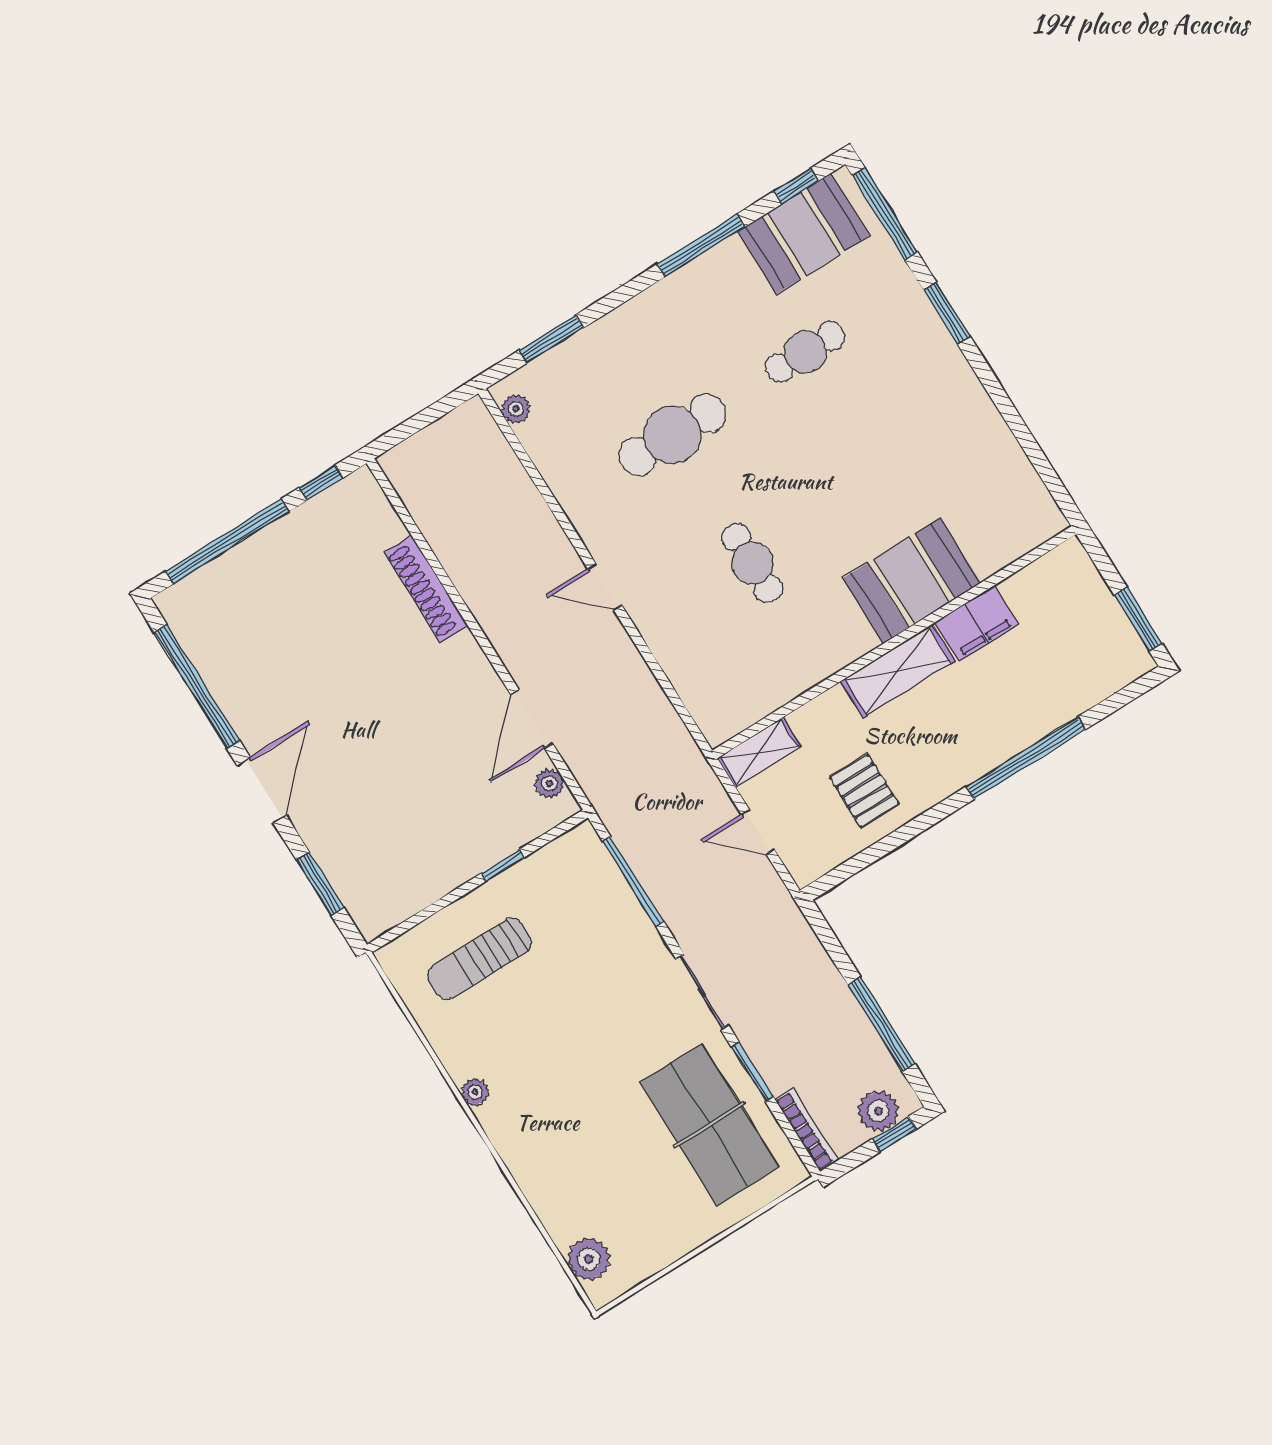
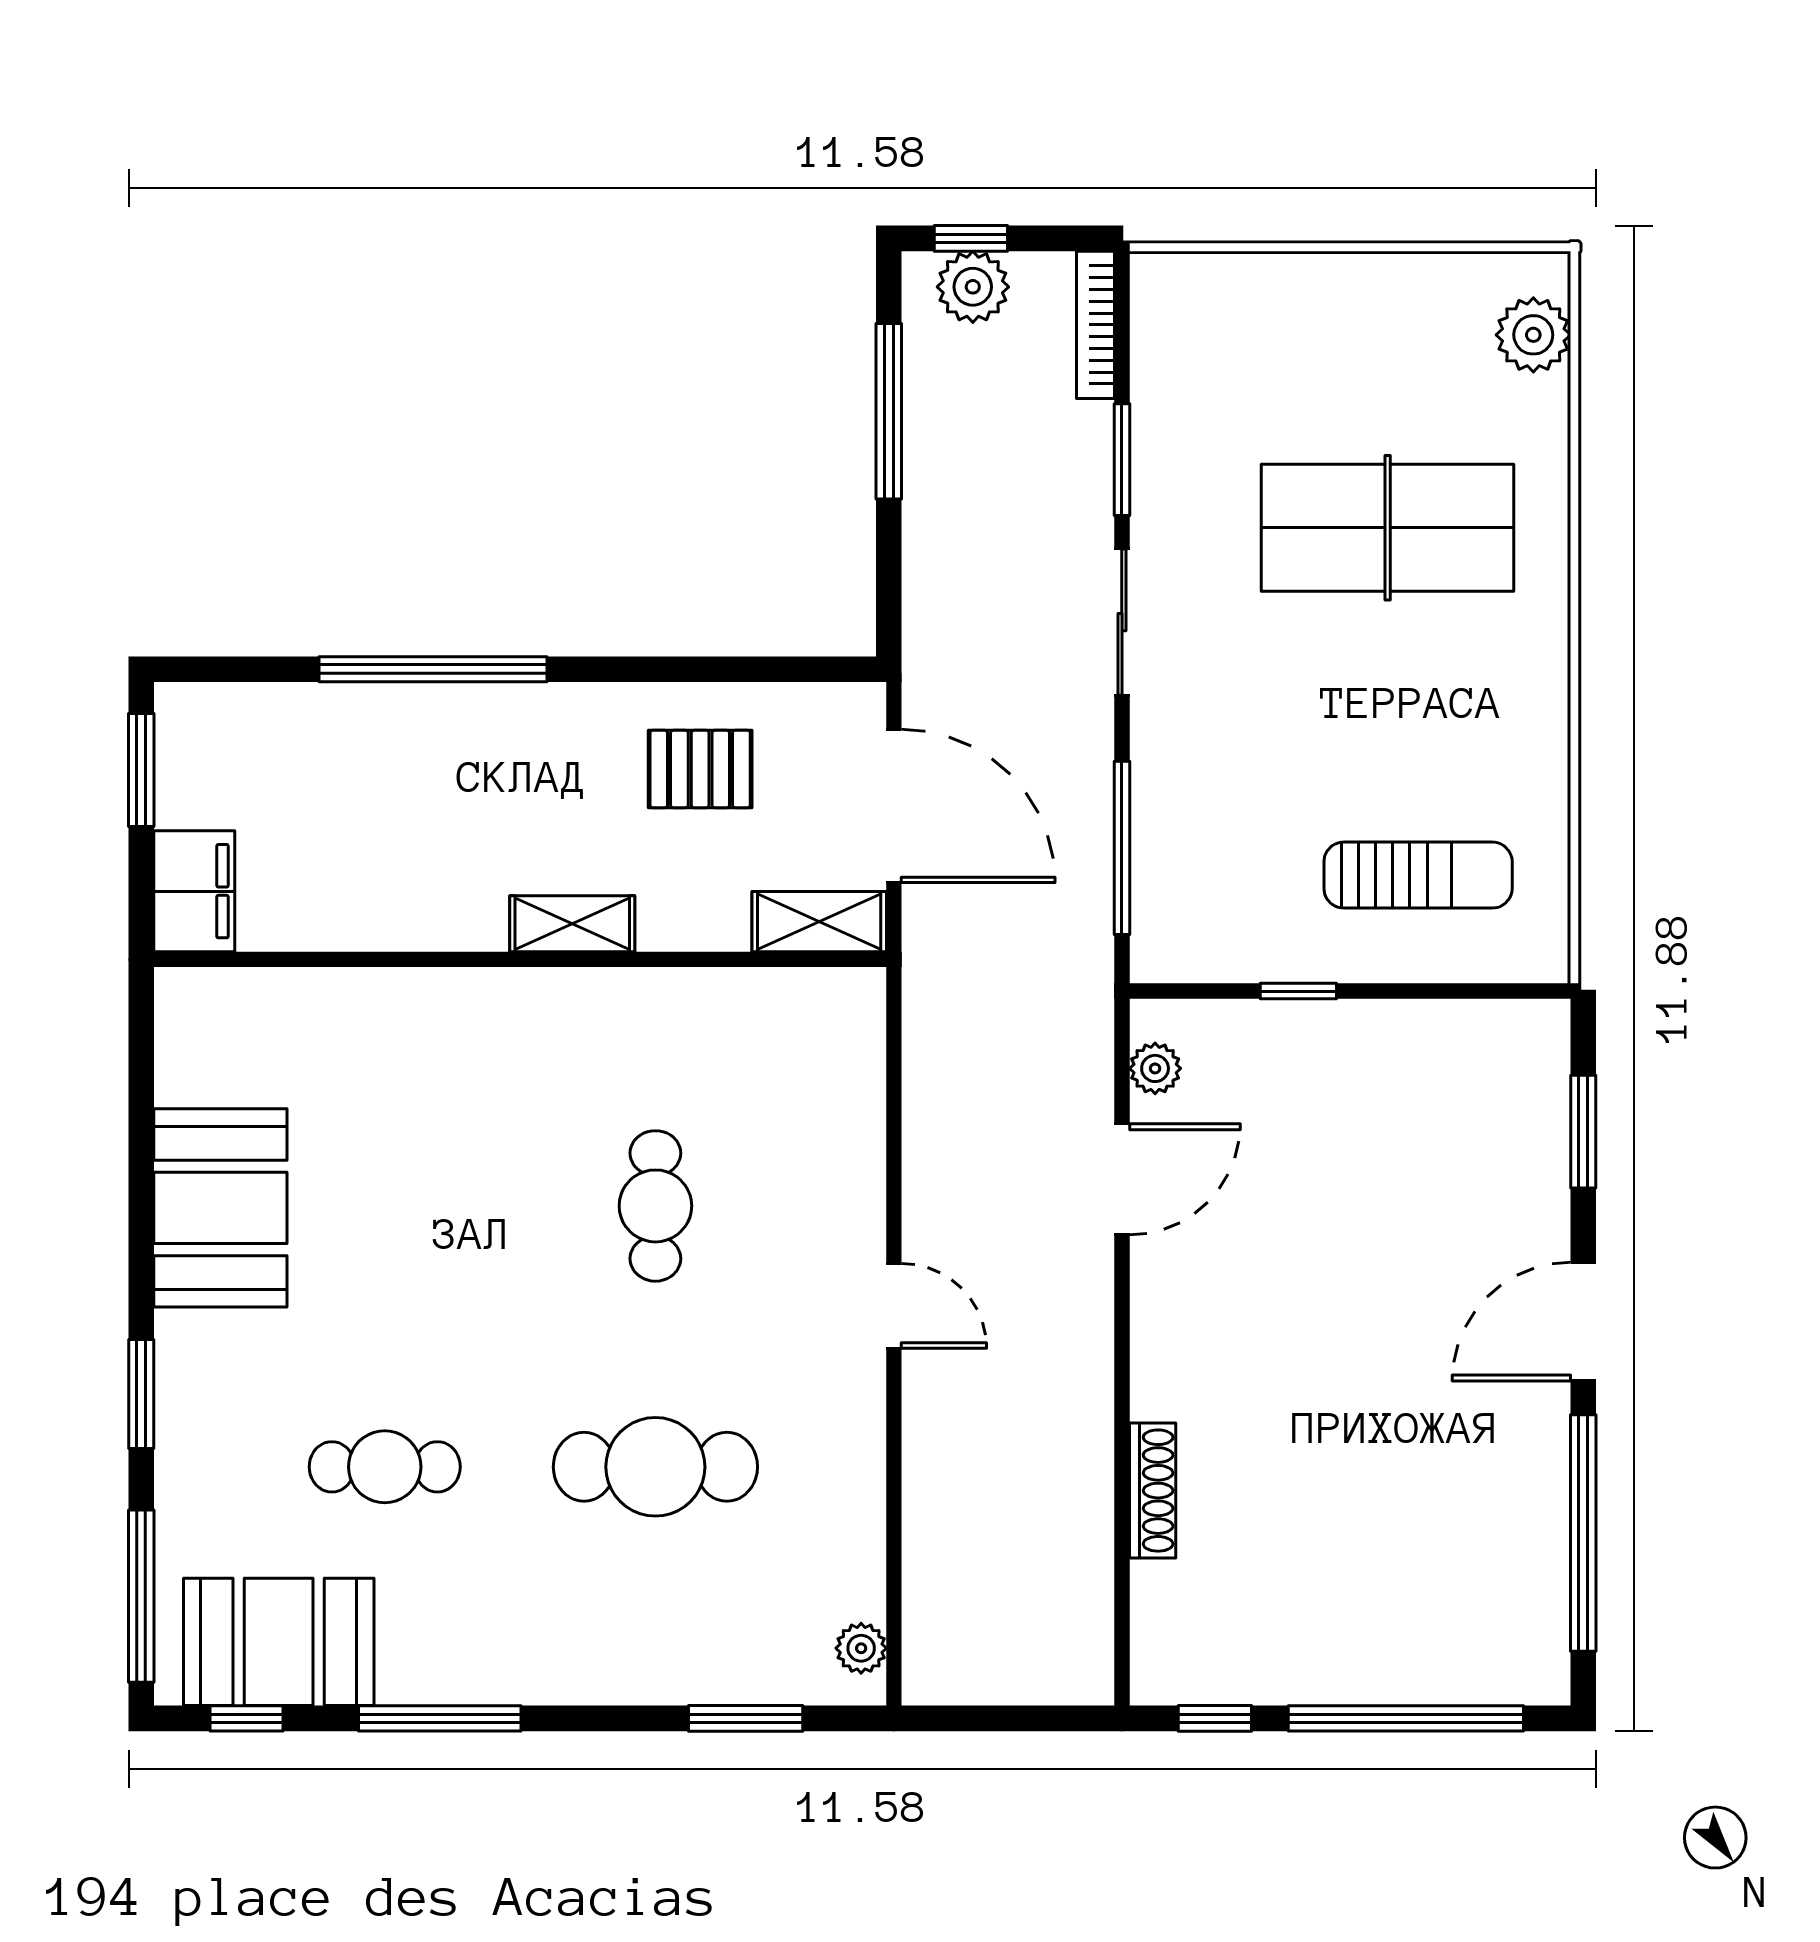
booth: (912, 581) -> (220, 1208), moved, turned 90
shoe rack: (426, 589) -> (1153, 1491), width x0.74, depth x0.81
filing cabinet: (977, 623) -> (194, 891), moved, turned 90
shelving: (898, 671) -> (572, 924), width x0.67, depth x0.75
pallet: (864, 791) -> (700, 769), turned 90
door: (758, 832) -> (894, 806), width x1.87
plant: (475, 1092) -> (1547, 684), removed
table tennis table: (709, 1125) -> (1388, 528), moved, turned 90

